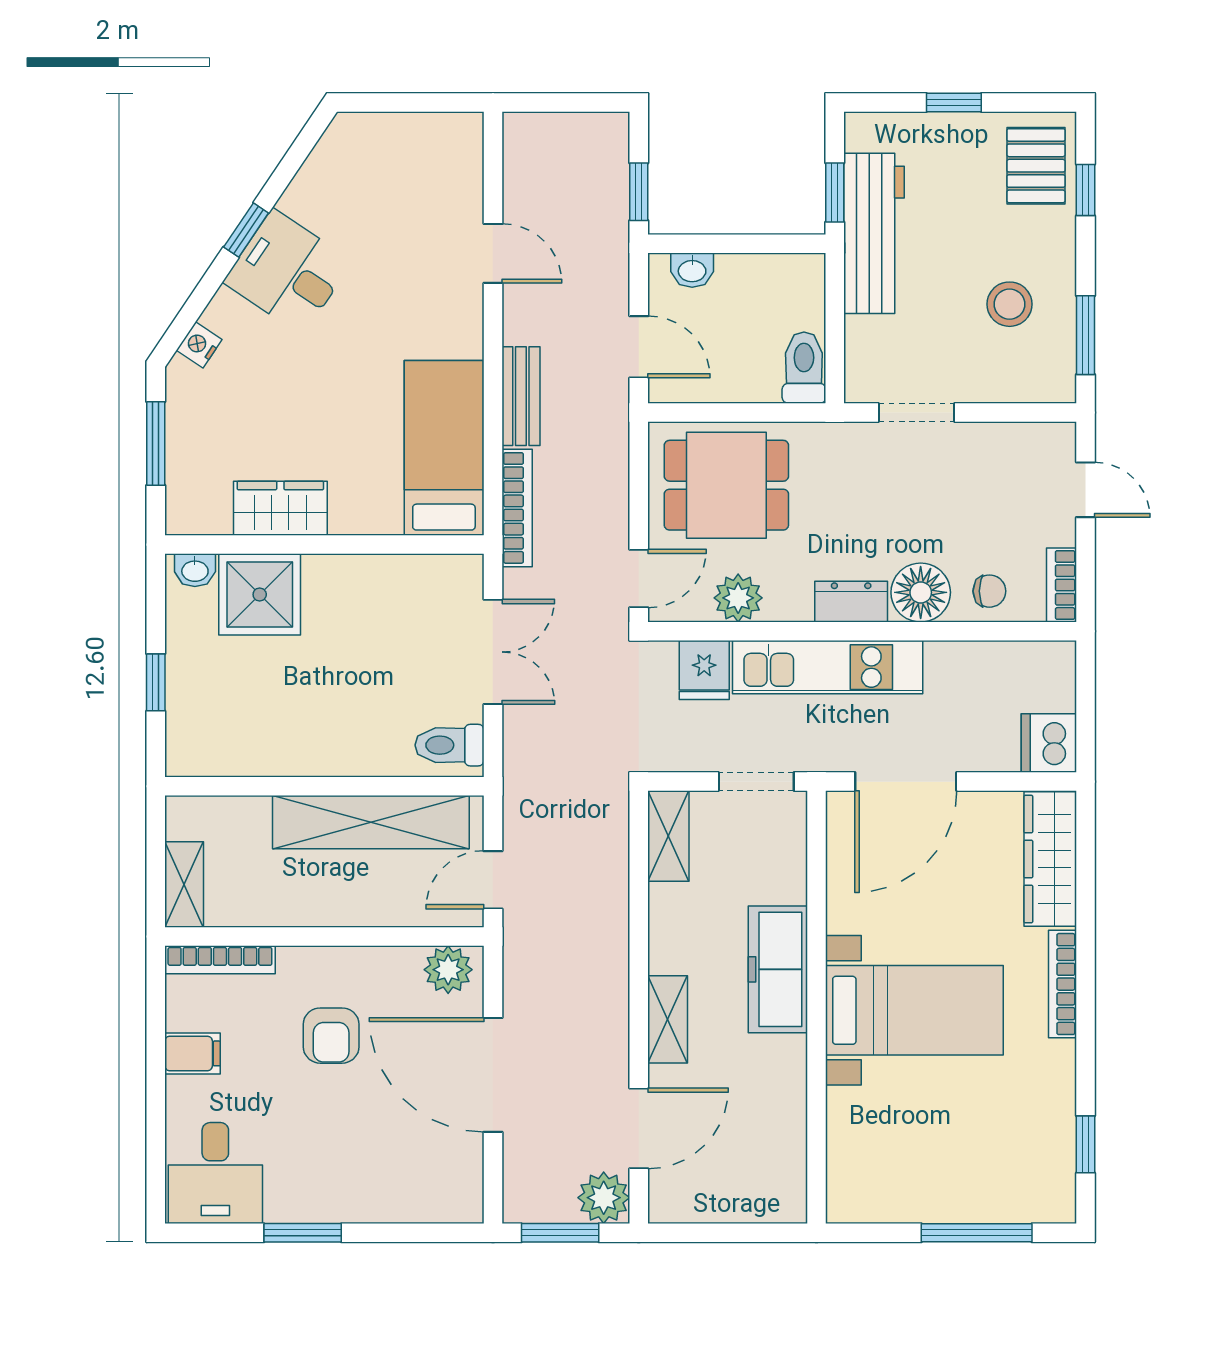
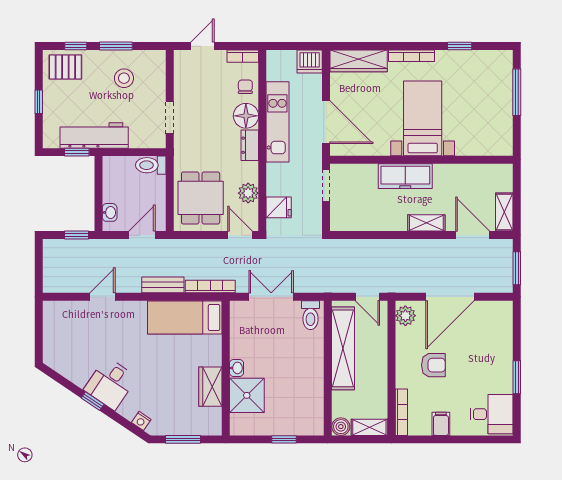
window: (1085, 335) -> (116, 46), moved
washbasin: (195, 570) -> (237, 368), moved
kitchen unit: (828, 667) -> (277, 122), moved
boiler: (186, 817) -> (341, 427), added
shelving: (668, 836) -> (504, 212), moved, turned 90
window: (1085, 1144) -> (460, 46), moved
plant: (604, 1198) -> (502, 250), removed

